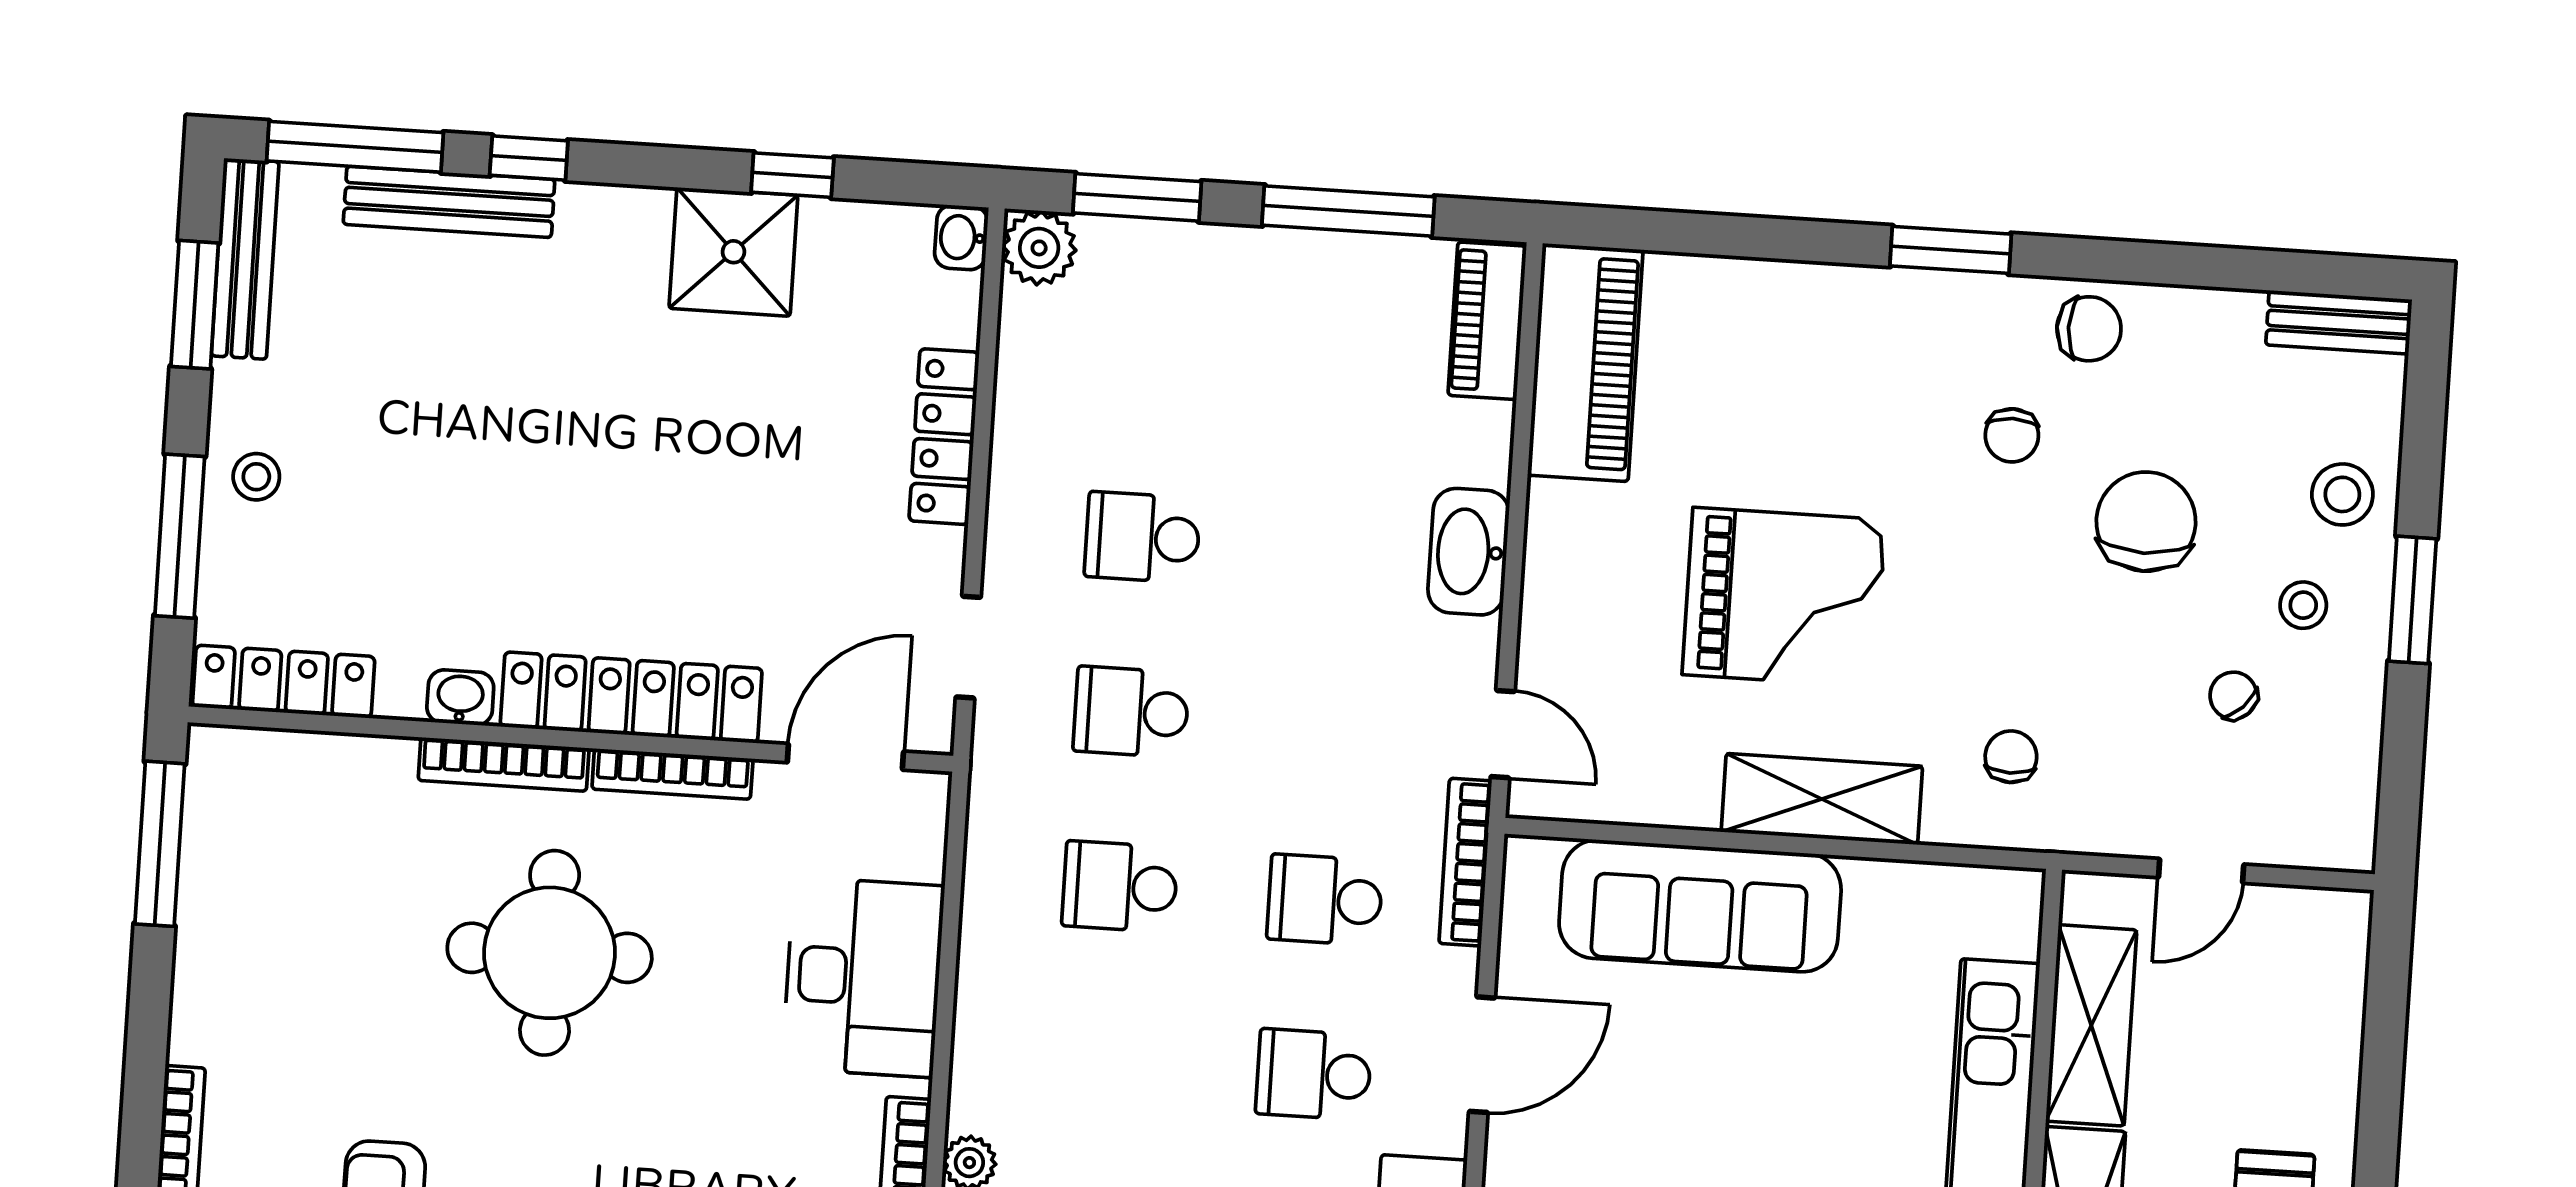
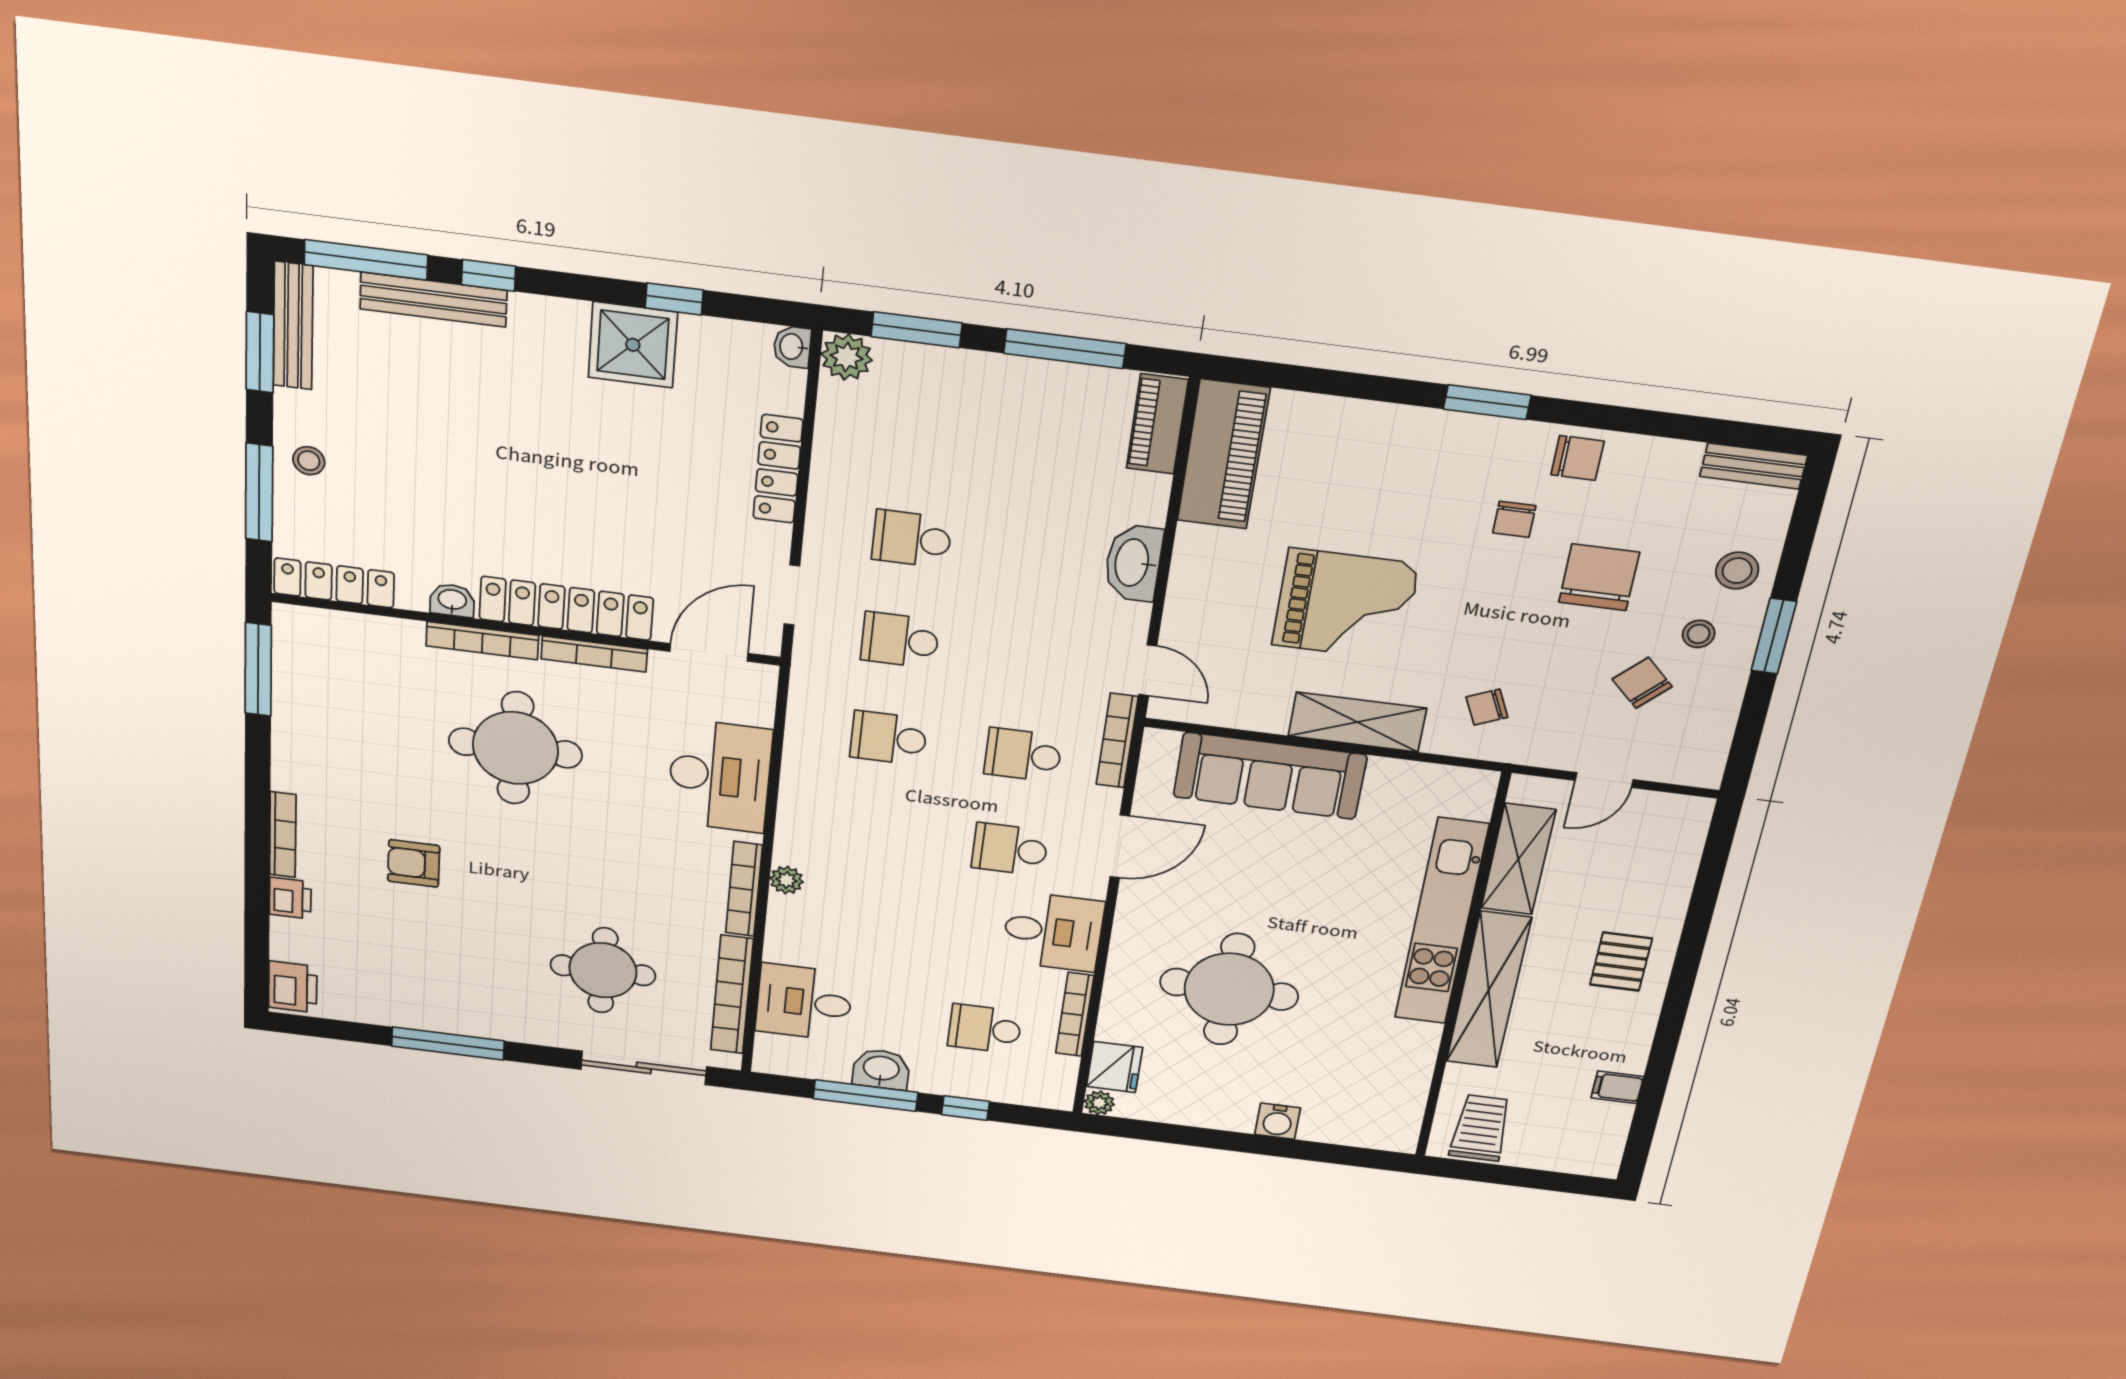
chair: (2233, 696) -> (1642, 683), width x1.37, depth x1.37
chair: (2011, 757) -> (1487, 707), turned -114

